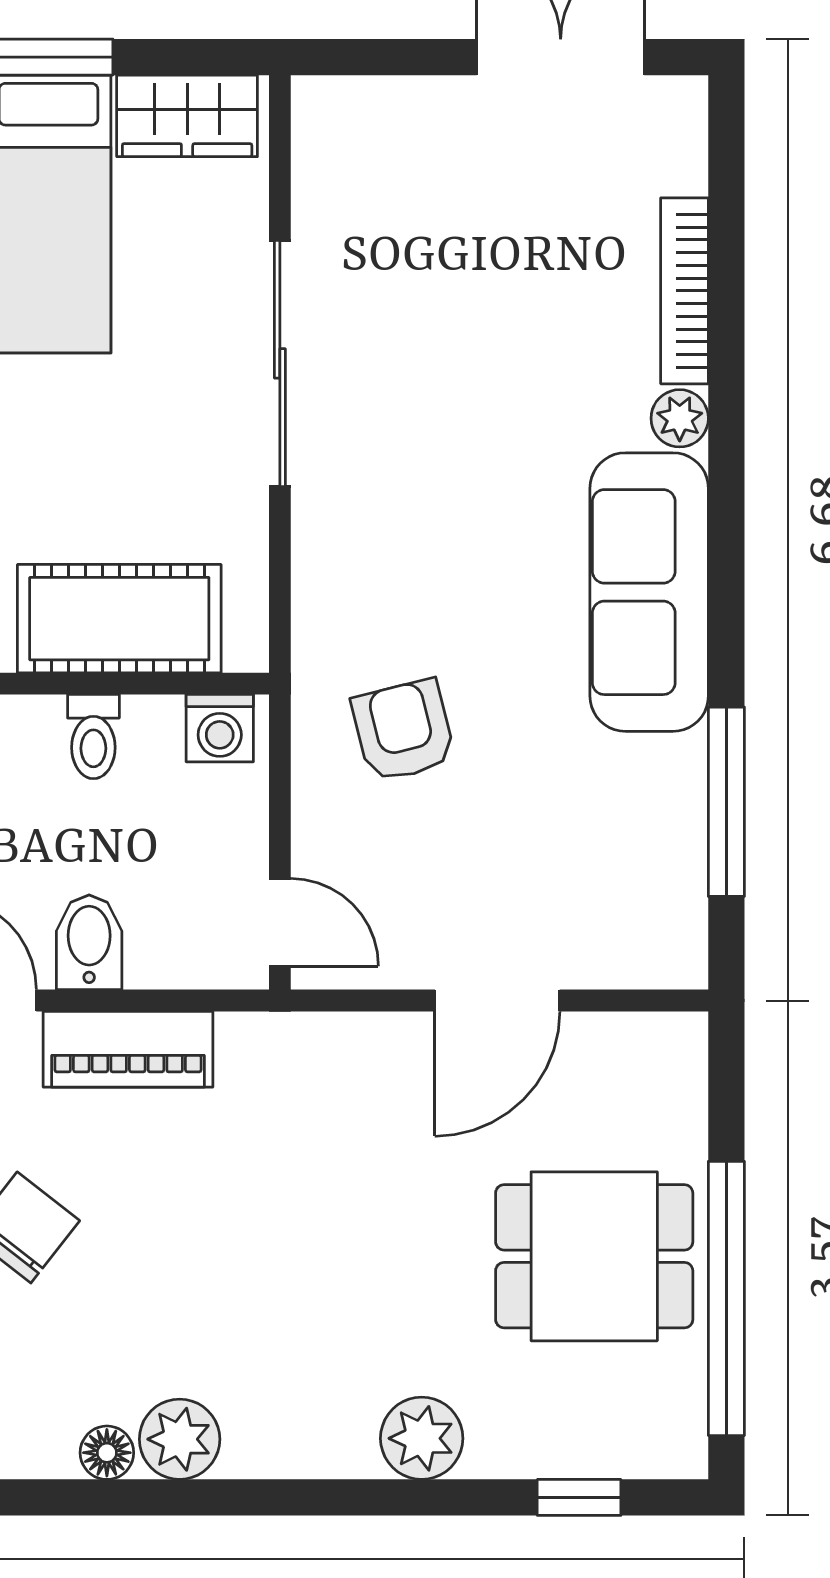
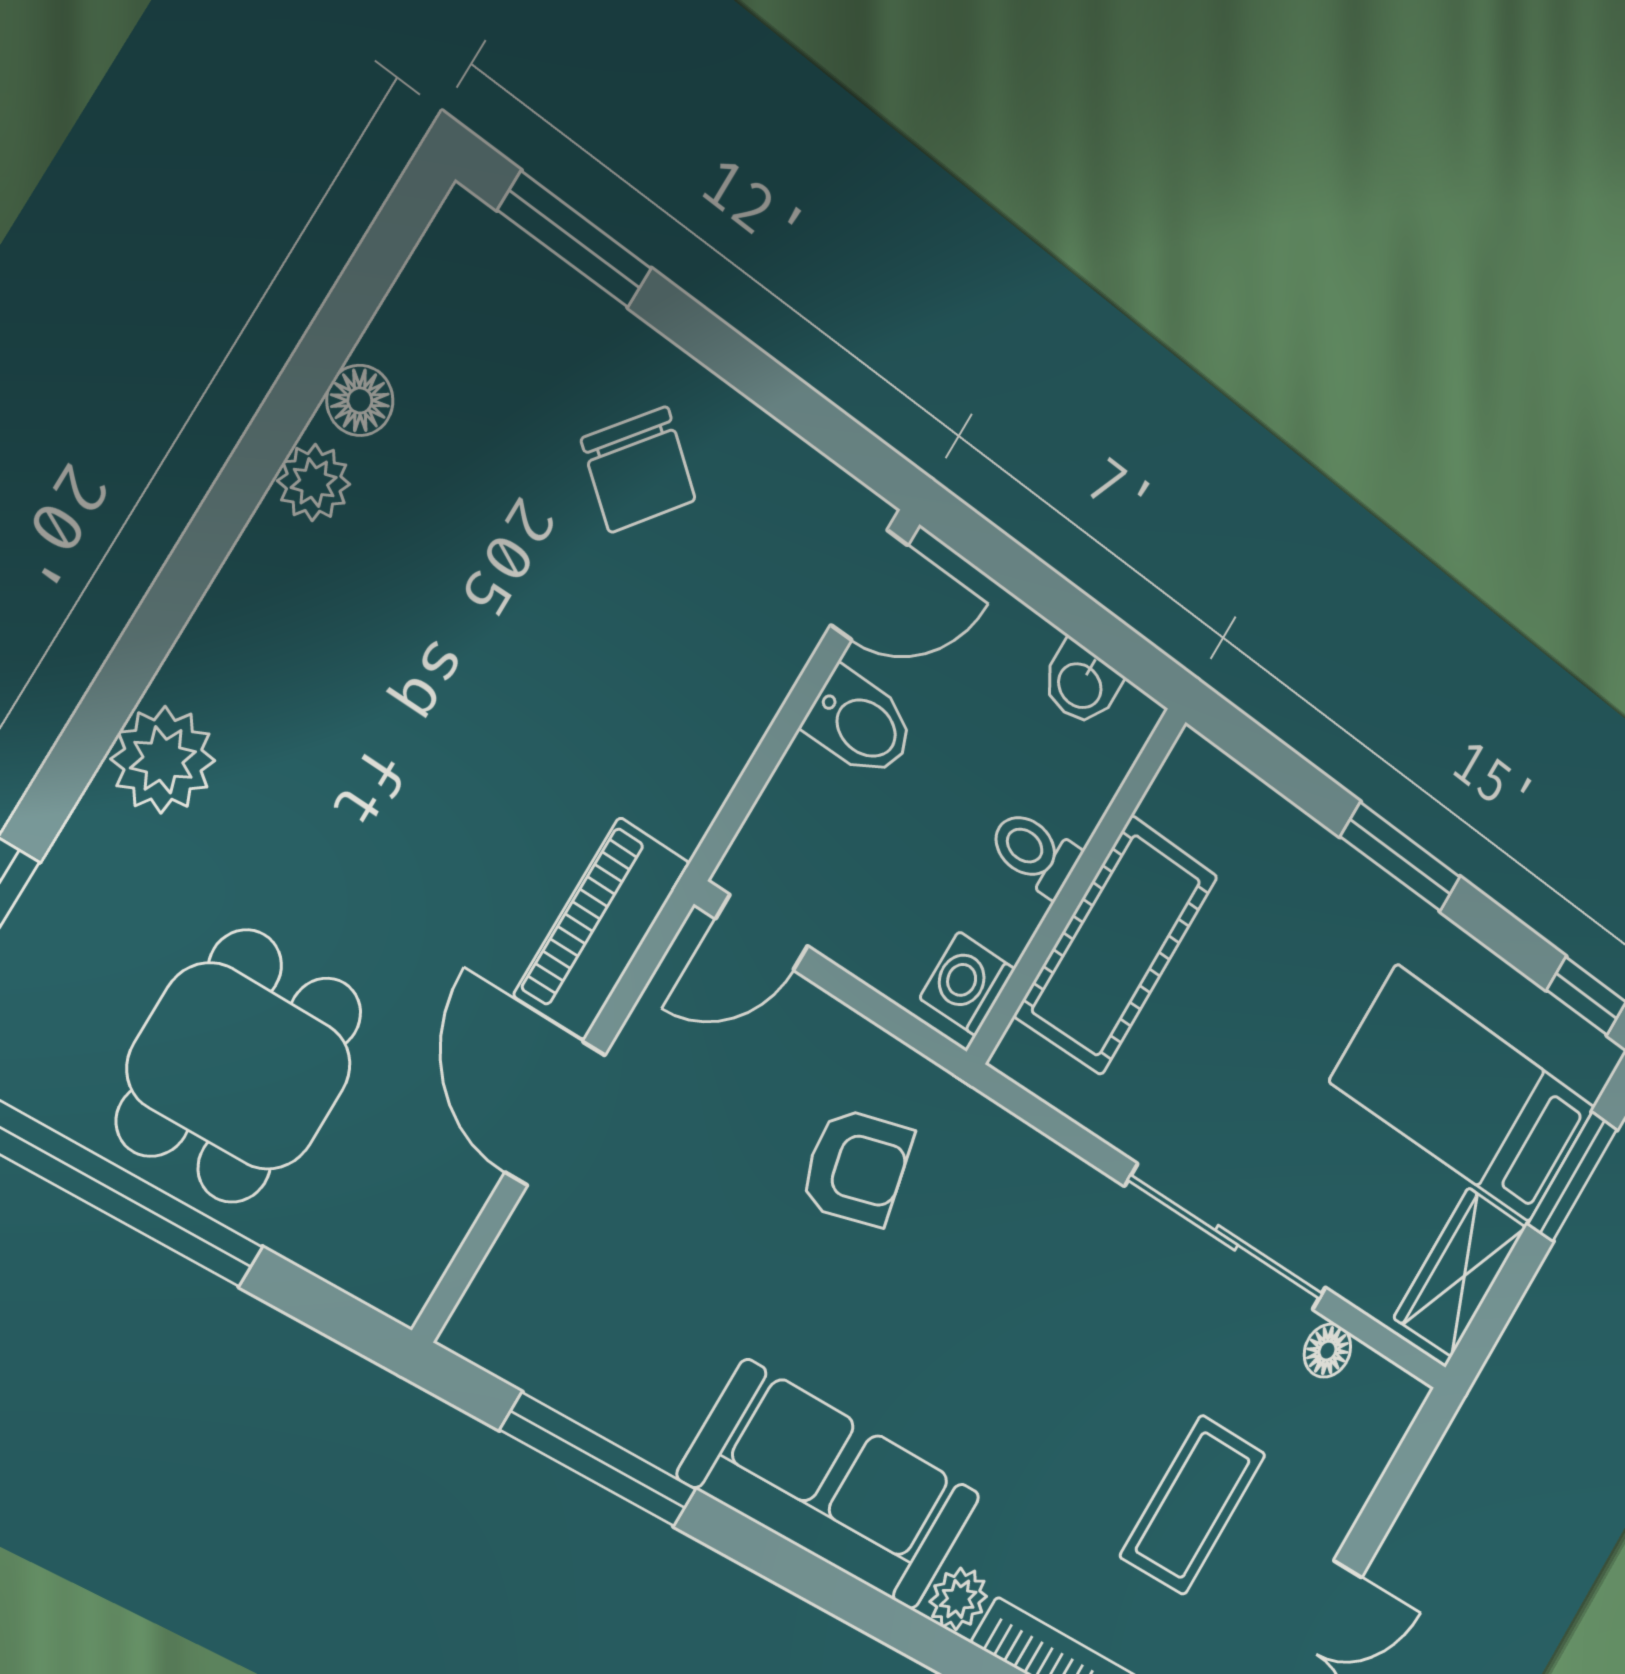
floor lamp: (316, 203) -> (1327, 1351), added
coffee table: (501, 248) -> (1193, 1505), added
piano: (128, 1049) -> (602, 929), moved
plant: (180, 1439) -> (314, 483), width x0.73, depth x0.73

